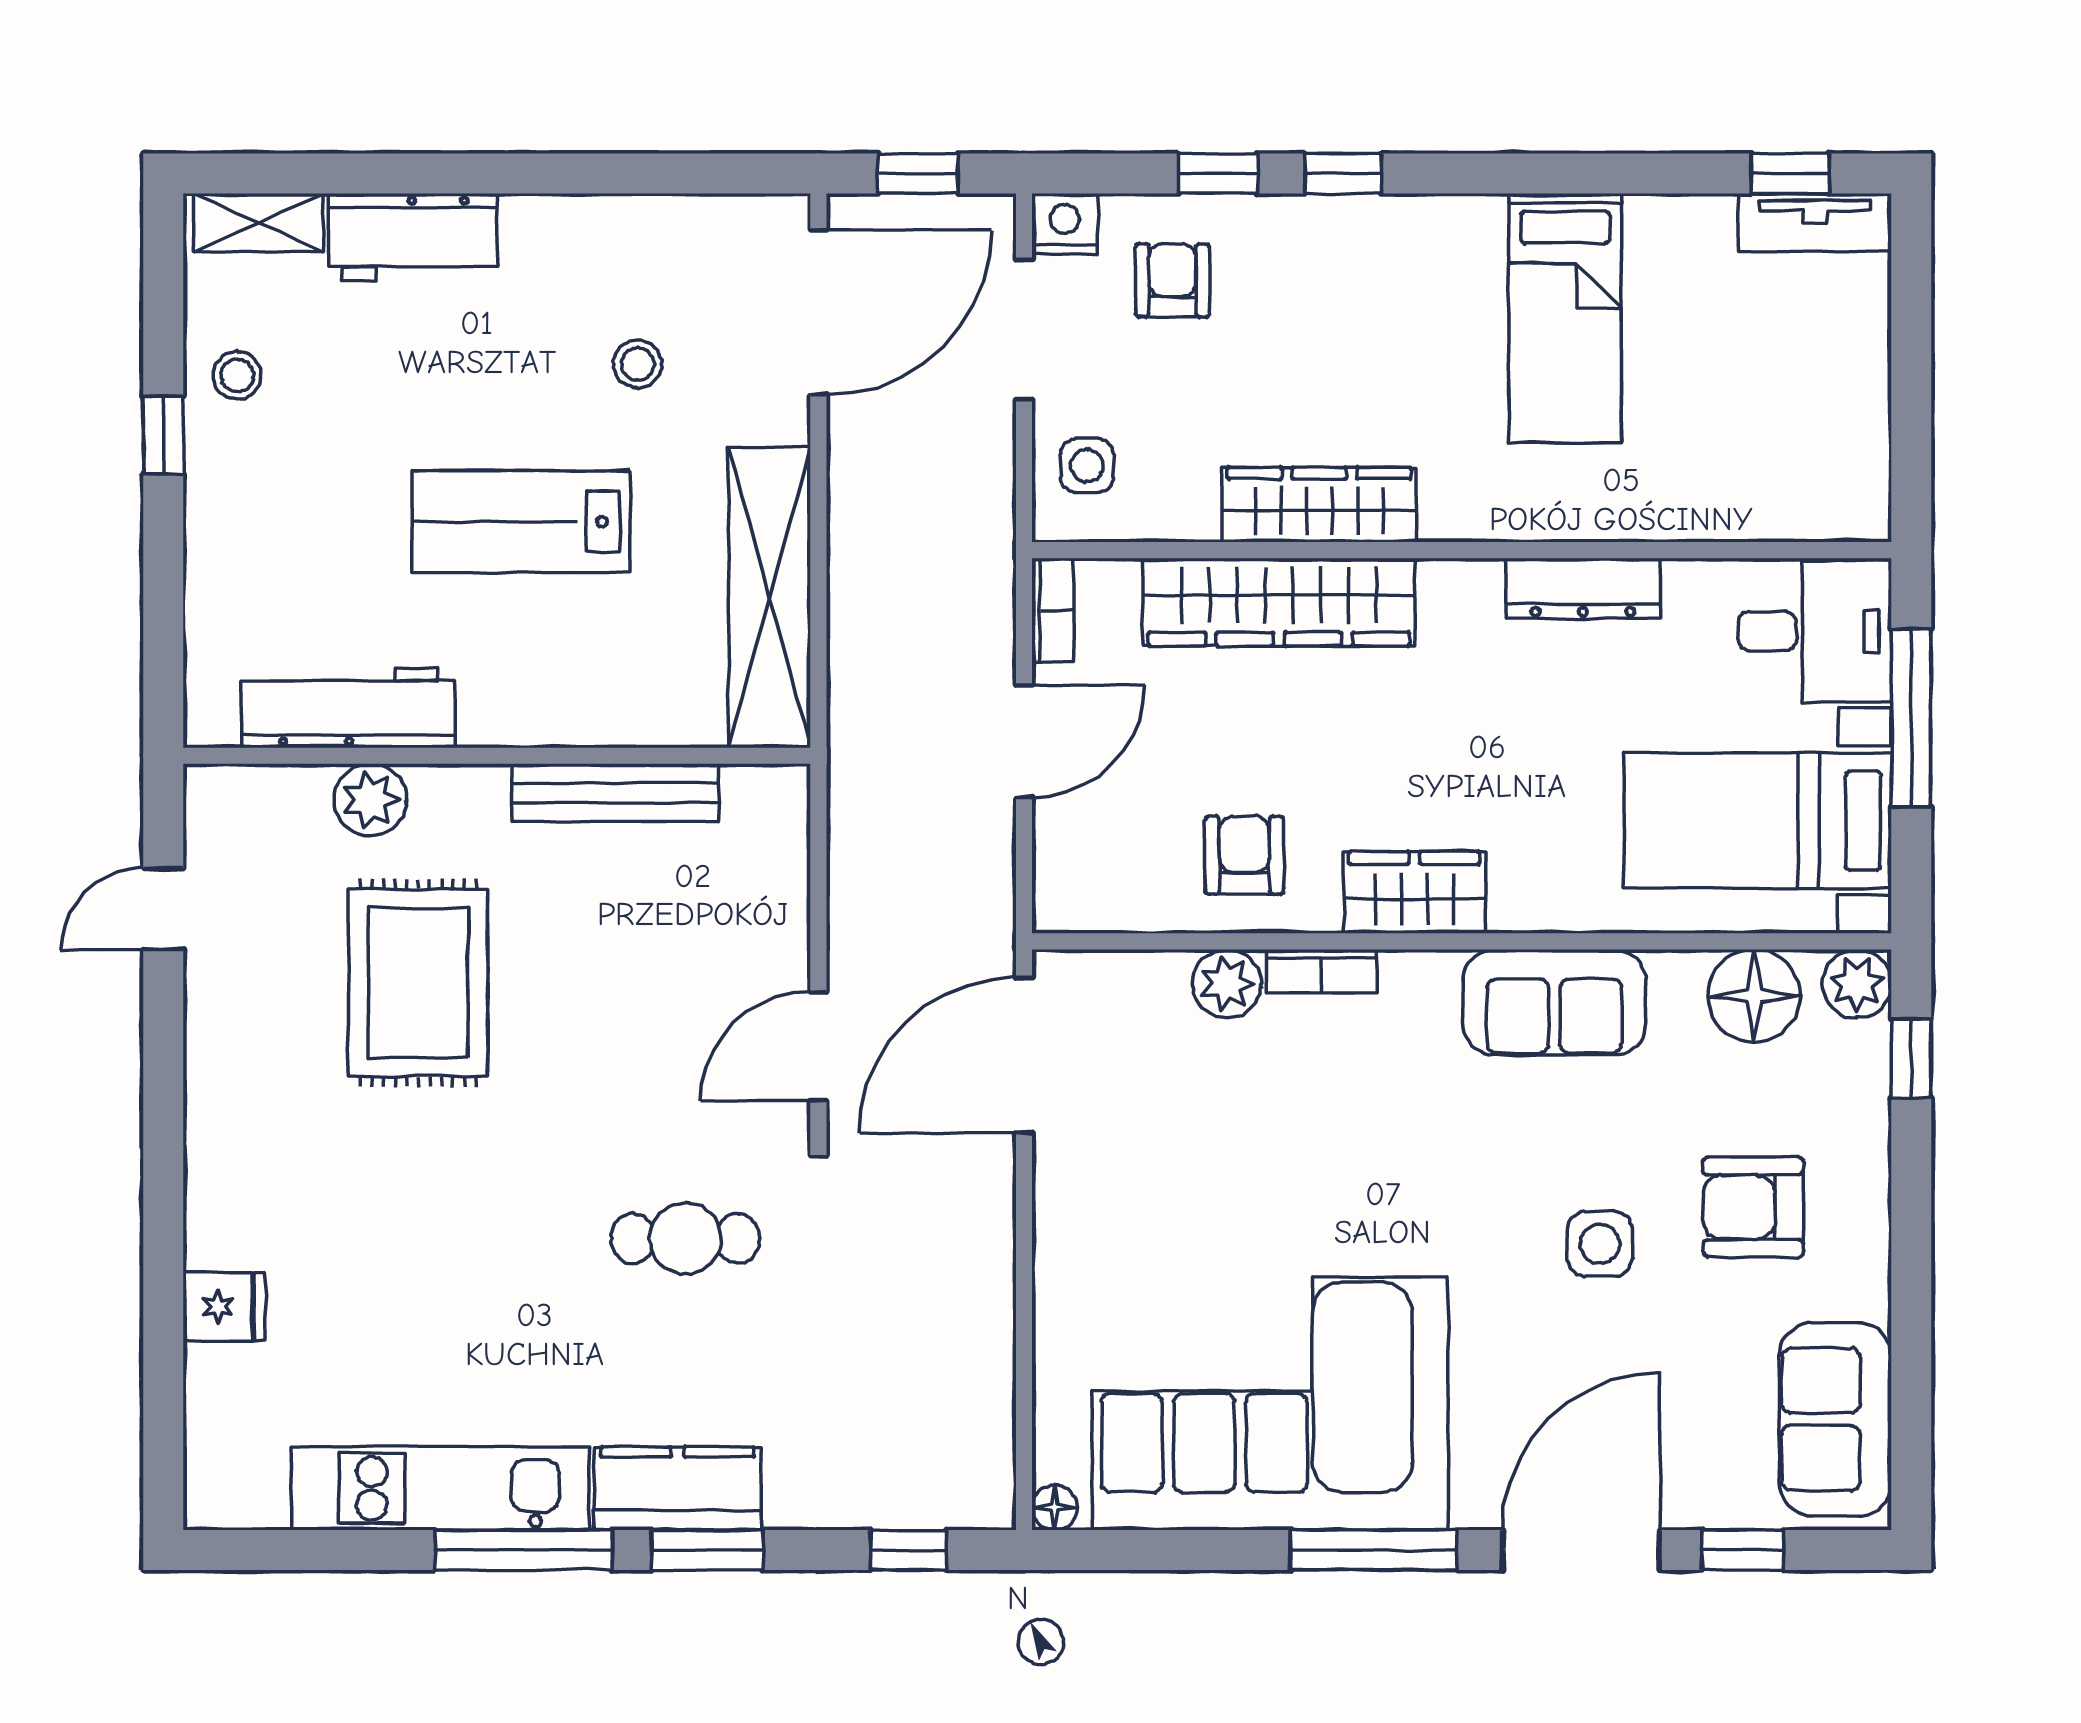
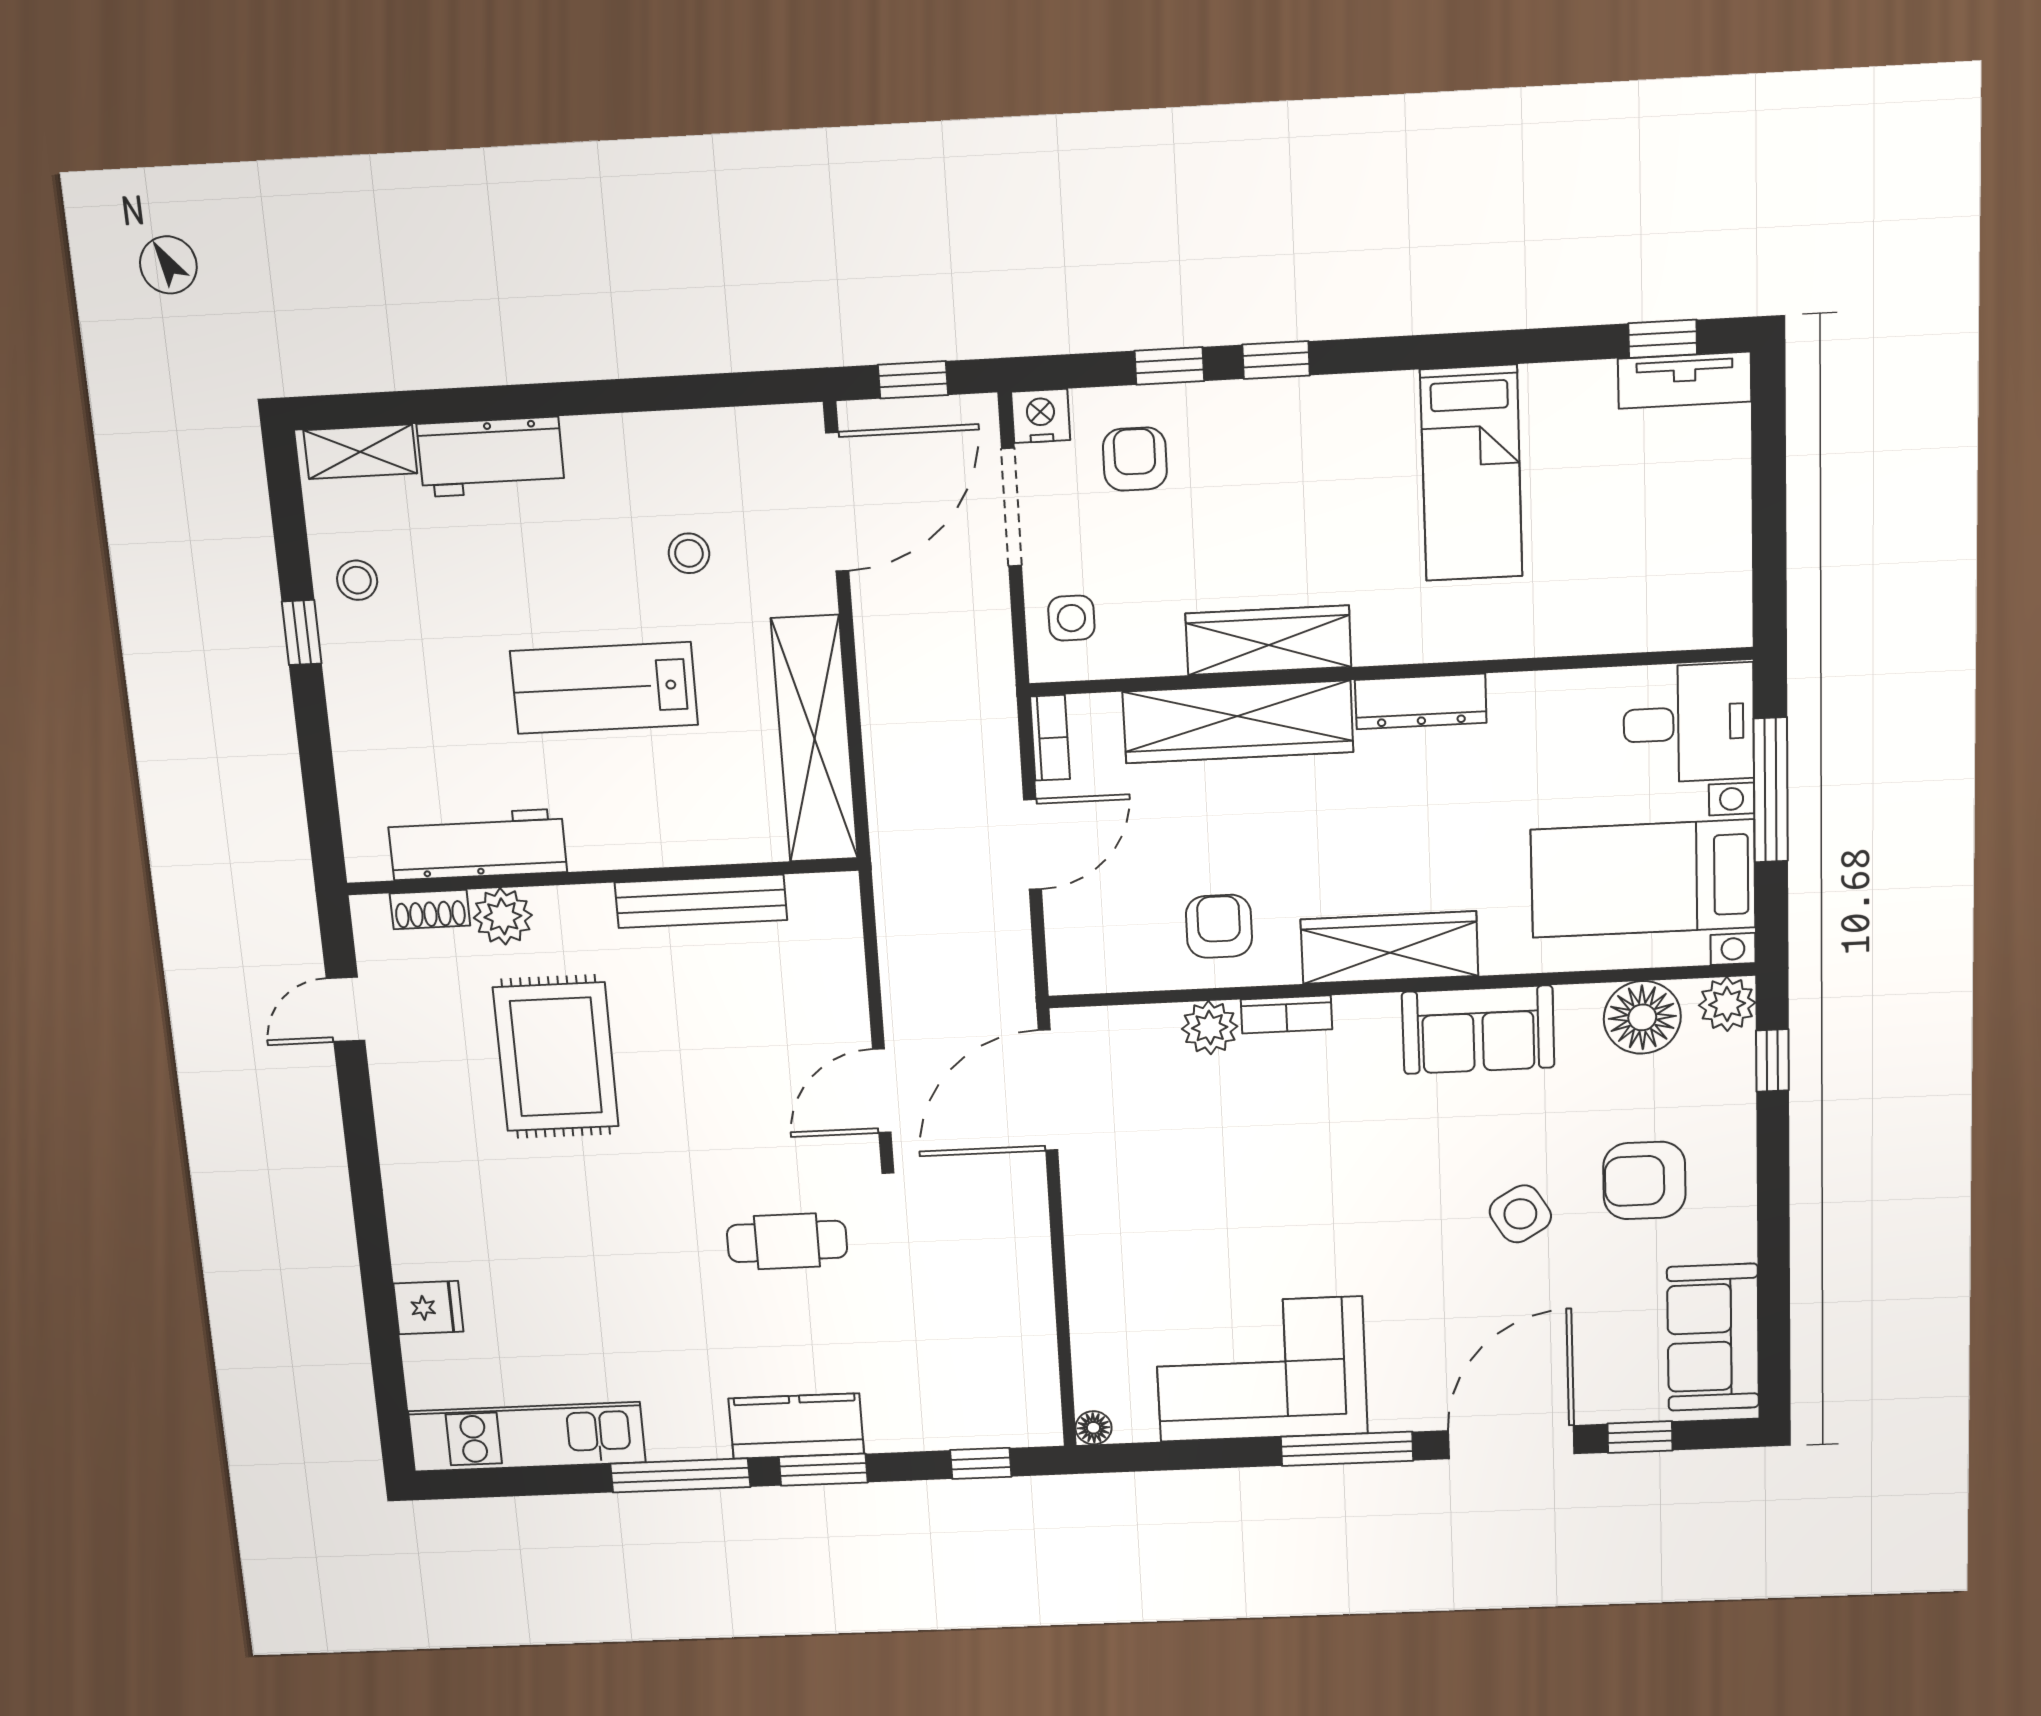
dresser: (1583, 588) -> (1421, 701), moved
shoe rack: (282, 787) -> (430, 910), added
wardrobe: (1414, 892) -> (1389, 948), width x1.50
side table: (1600, 1244) -> (1520, 1214), turned -31
corner sofa: (1270, 1404) -> (1261, 1369), width x0.73, depth x0.74
kitchen unit: (440, 1488) -> (527, 1437), moved

